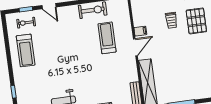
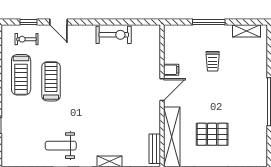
pallet: (196, 21) -> (212, 134), moved, turned 90
treadmill: (107, 38) -> (51, 81), moved

